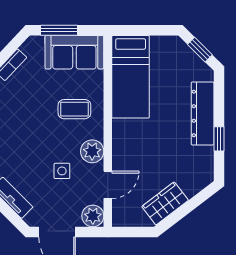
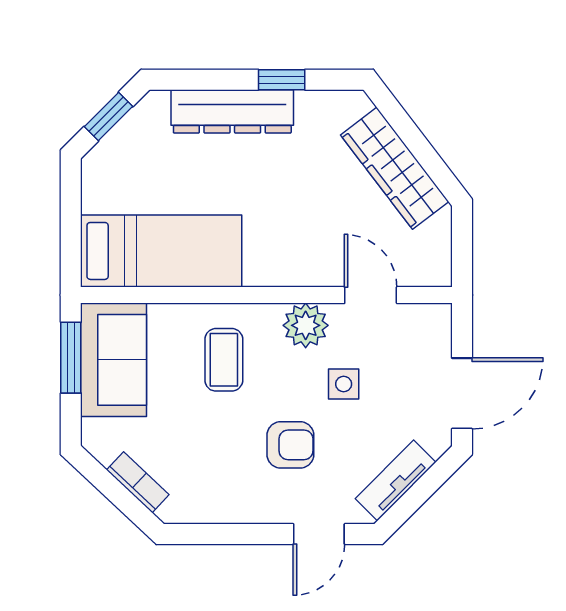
window: (59, 30) -> (71, 358), moved
armchair: (31, 143) -> (290, 445), added
wardrobe: (165, 203) -> (395, 168), width x1.50
plant: (93, 216) -> (431, 324), removed

